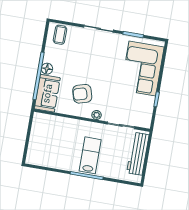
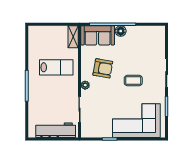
coffee table: (60, 35) -> (133, 81), moved
armchair: (82, 94) -> (103, 68), turned 117
shelving: (44, 119) -> (73, 37), added
lab bench: (90, 155) -> (56, 67), moved

